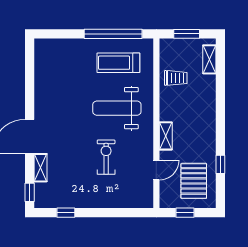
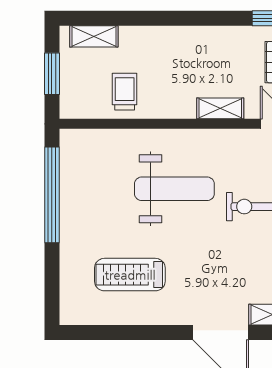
treadmill: (118, 63) -> (130, 275), moved, turned 90
weight bench: (117, 108) -> (174, 189), turned -90

